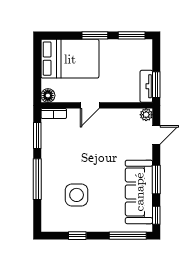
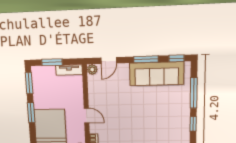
window: (156, 85) -> (52, 62), moved
door: (156, 135) -> (109, 61), swing flipped
side table: (77, 195) -> (159, 125), removed
window: (128, 236) -> (194, 93), moved

